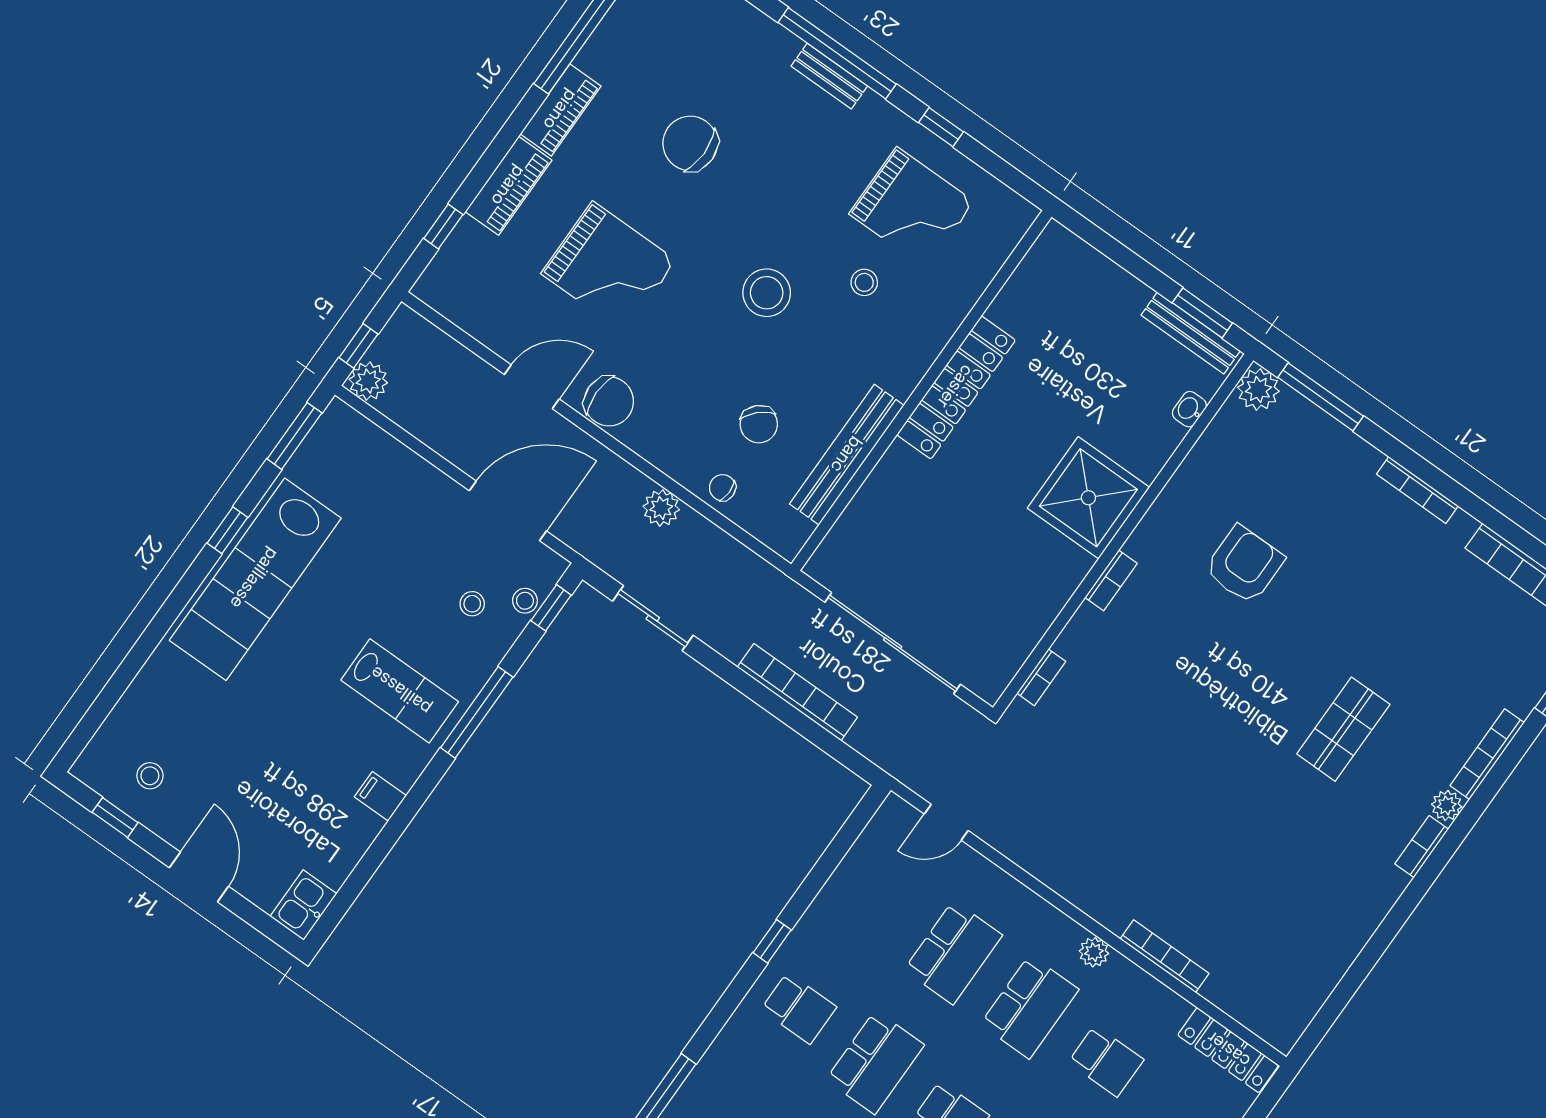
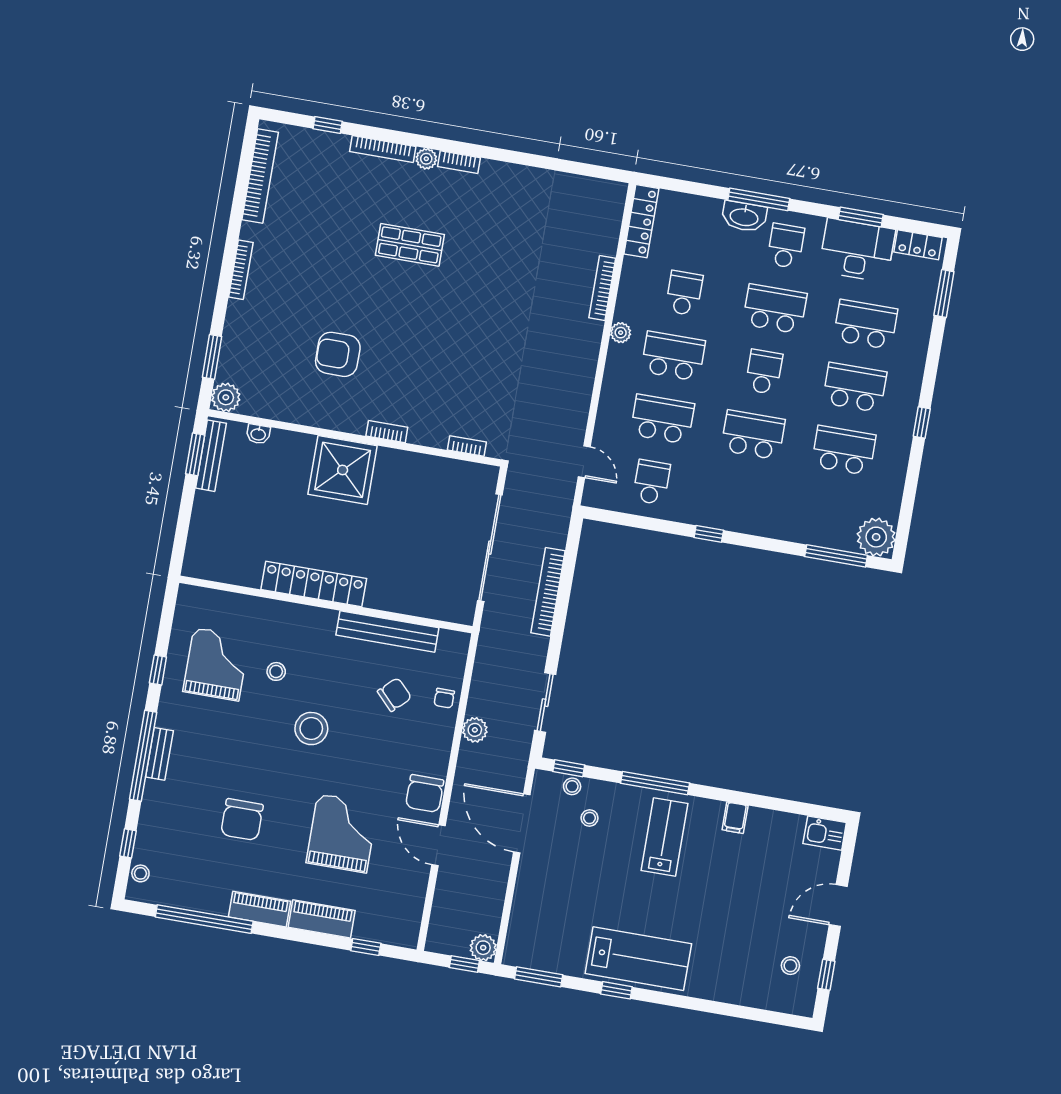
window: (1321, 397) -> (212, 357), width x0.69
chair: (609, 401) -> (425, 794), turned 180
lab bench: (255, 579) -> (638, 959), width x0.73
school desk: (799, 1008) -> (651, 482), moved

